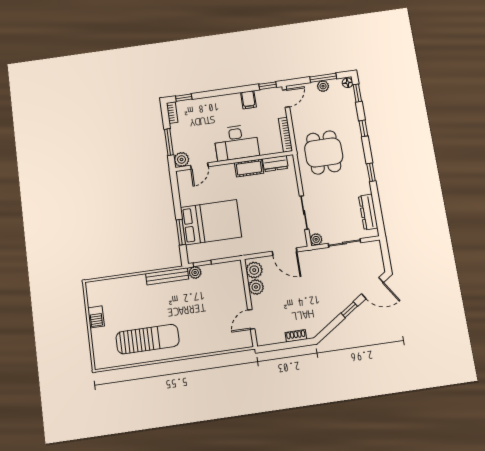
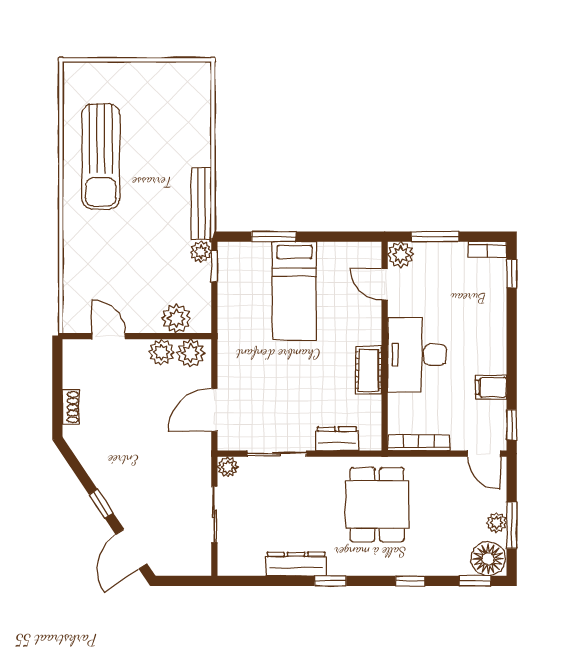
floor lamp: (348, 83) -> (488, 559), width x1.89, depth x1.89
dining table: (324, 152) -> (377, 504), turned 90
dresser: (275, 164) -> (337, 439), moved, turned 90
dresser: (368, 212) -> (296, 564), moved
bed: (211, 222) -> (294, 291), width x0.67
plant: (235, 281) -> (176, 318), added
barbecue: (96, 317) -> (150, 74), removed

